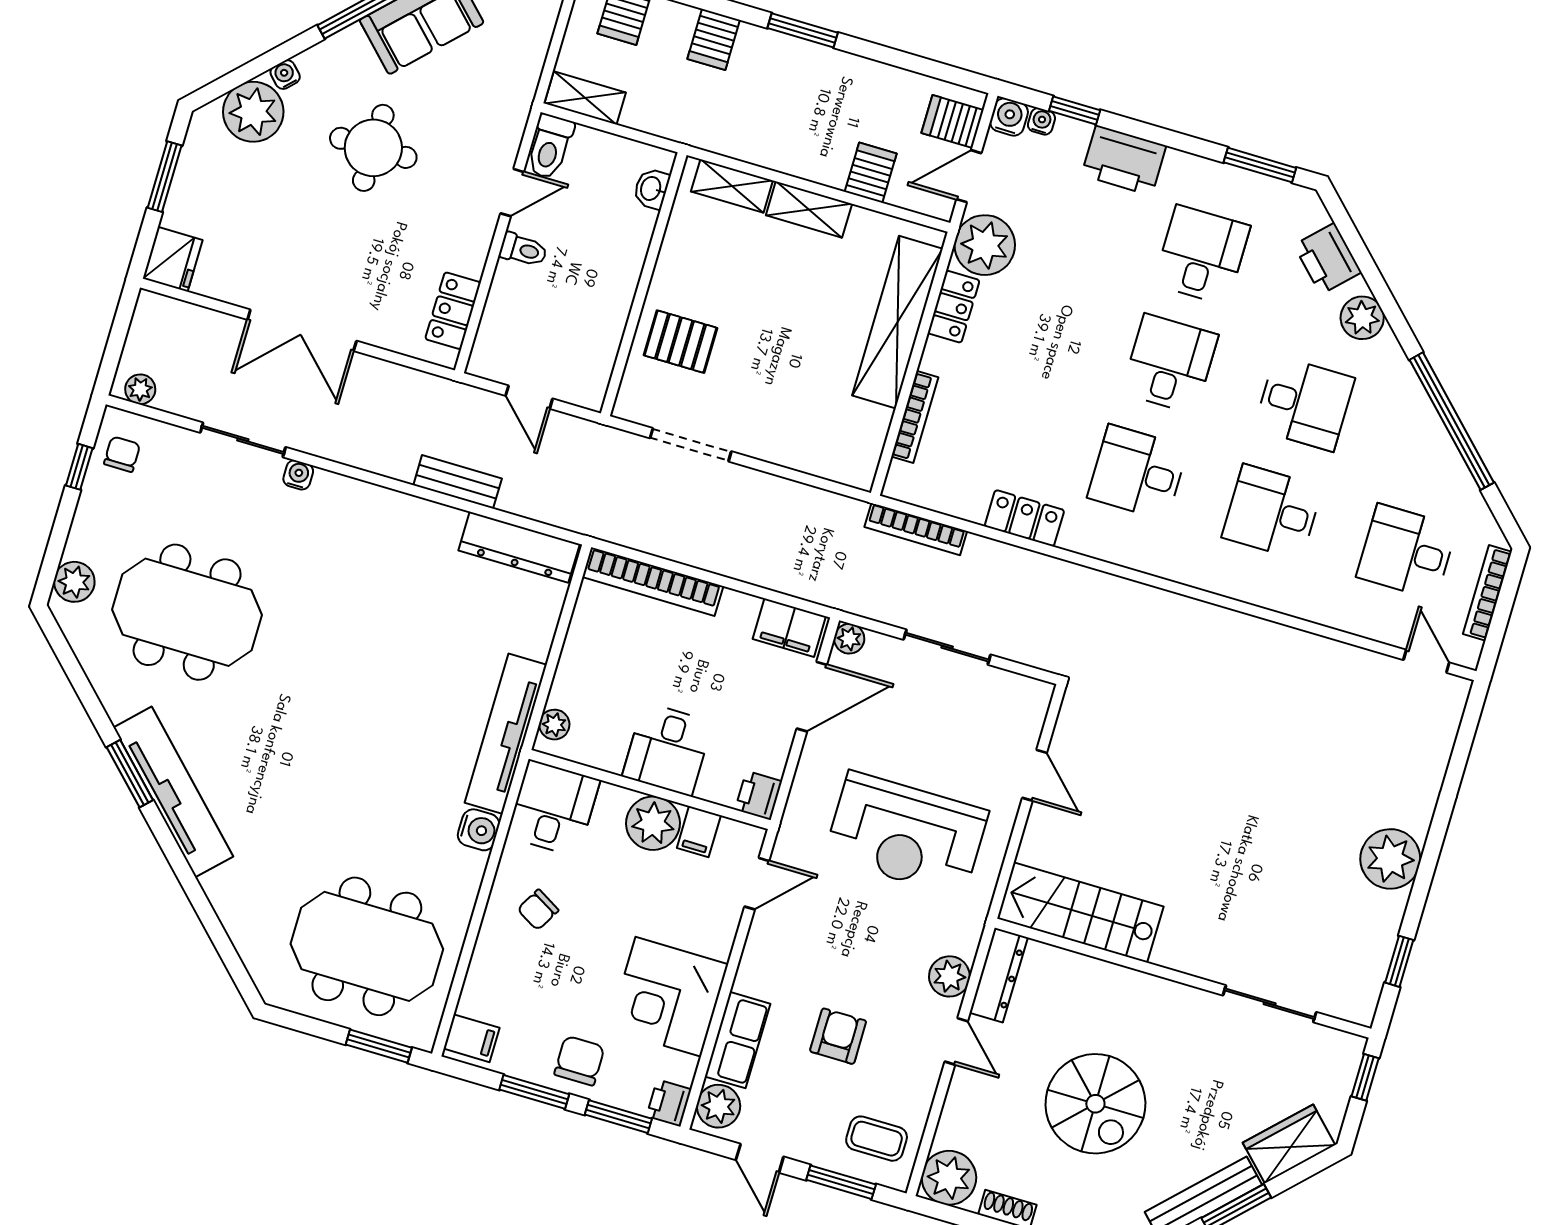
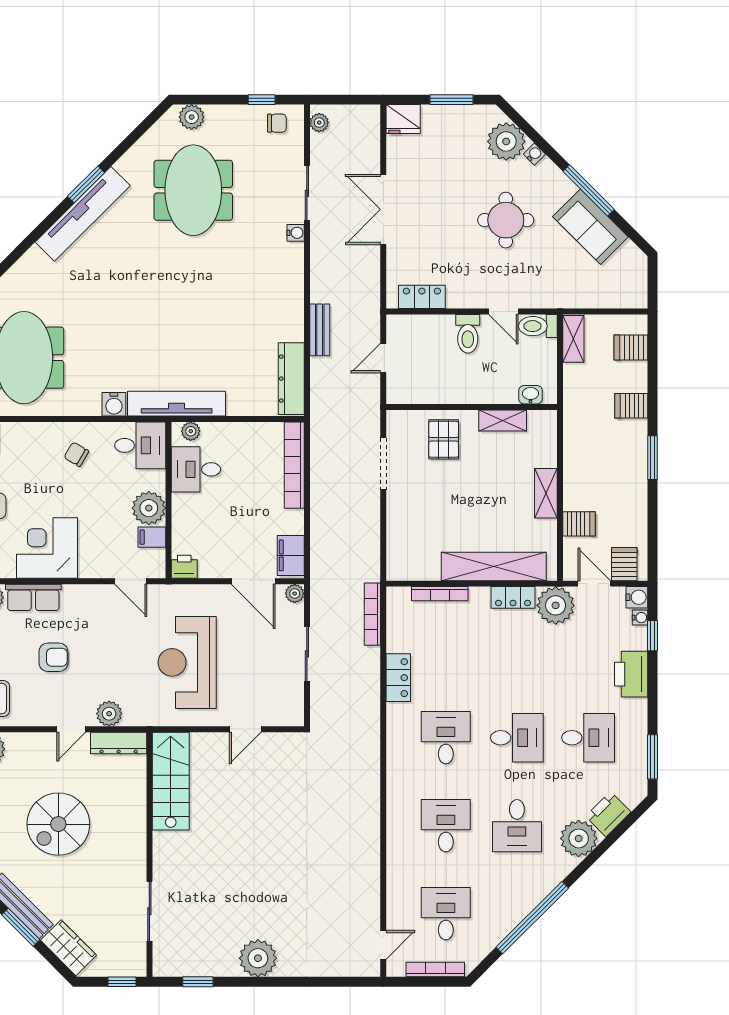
shelving: (732, 186) -> (503, 421), moved, turned 90
toilet: (523, 250) -> (468, 334), width x1.37, depth x1.39
plant: (1362, 318) -> (579, 838), width x1.36, depth x1.36
desk: (668, 749) -> (196, 469), moved

